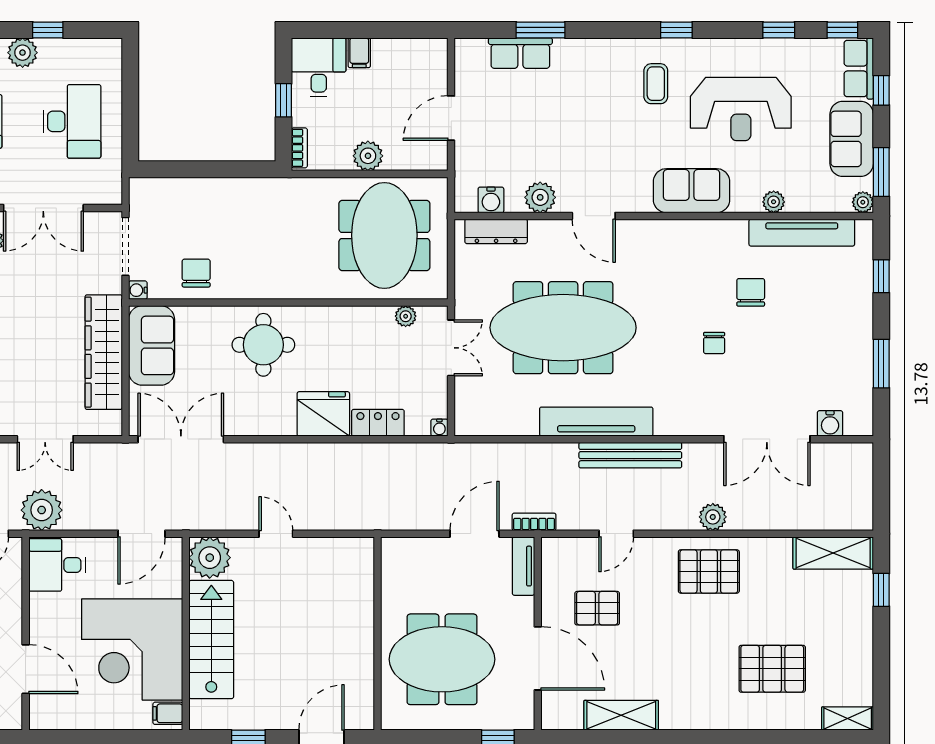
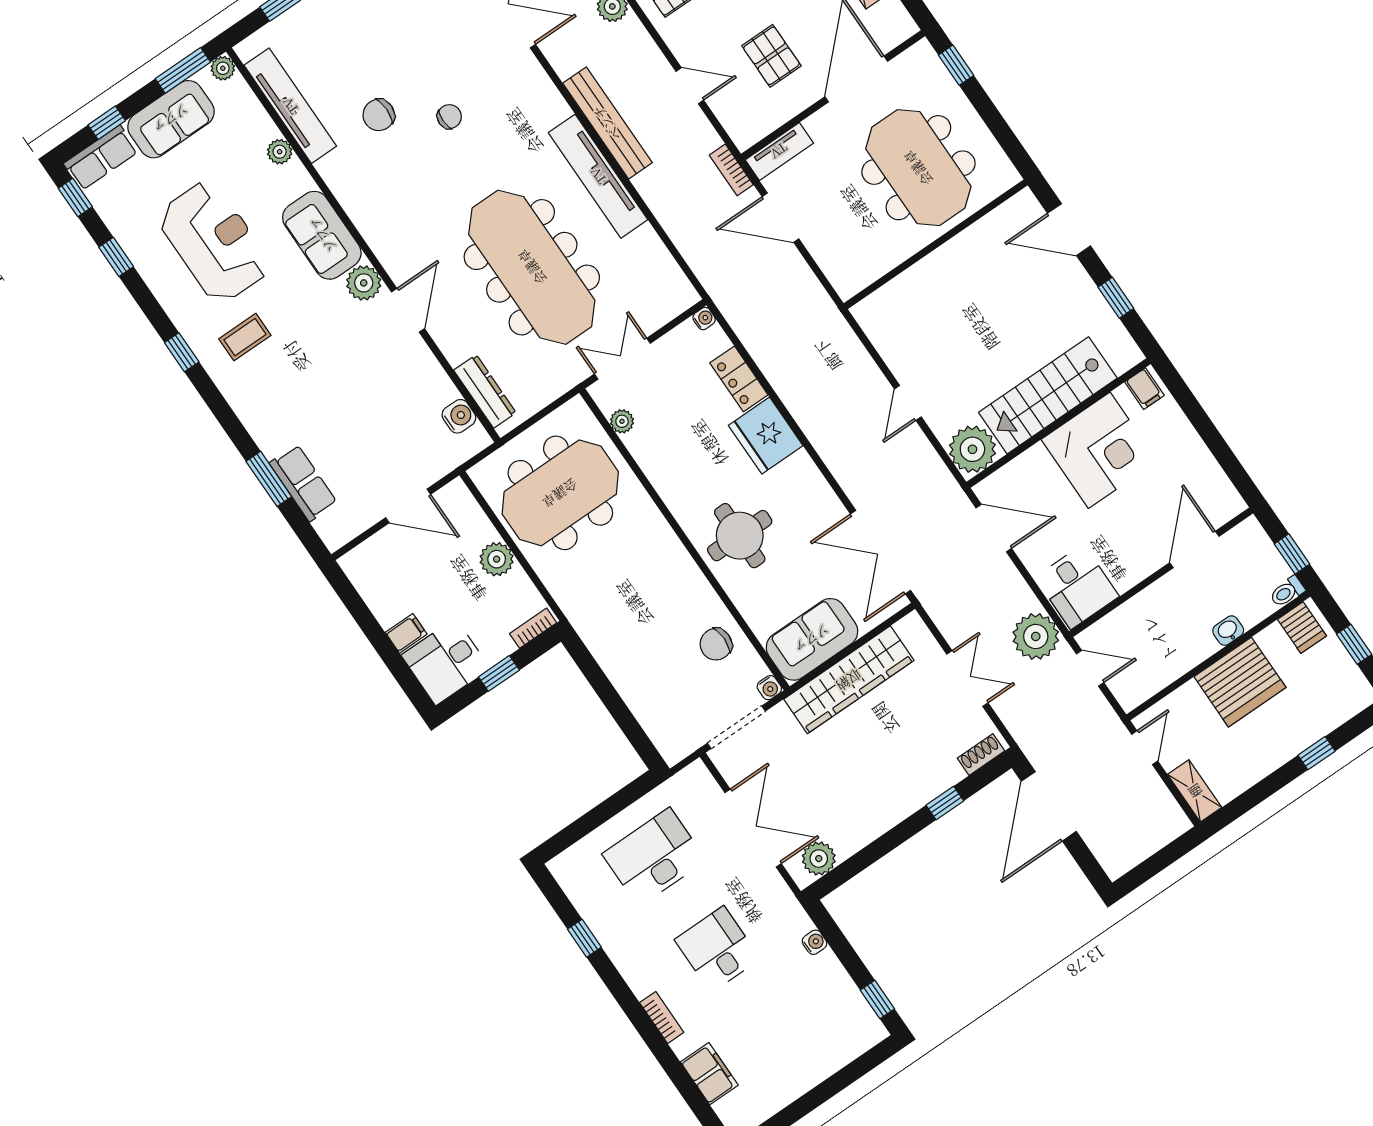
plant: (23, 53) -> (622, 947), removed
plant: (540, 197) -> (364, 283), moved
corner desk: (132, 650) -> (1099, 450), width x0.74, depth x0.74

